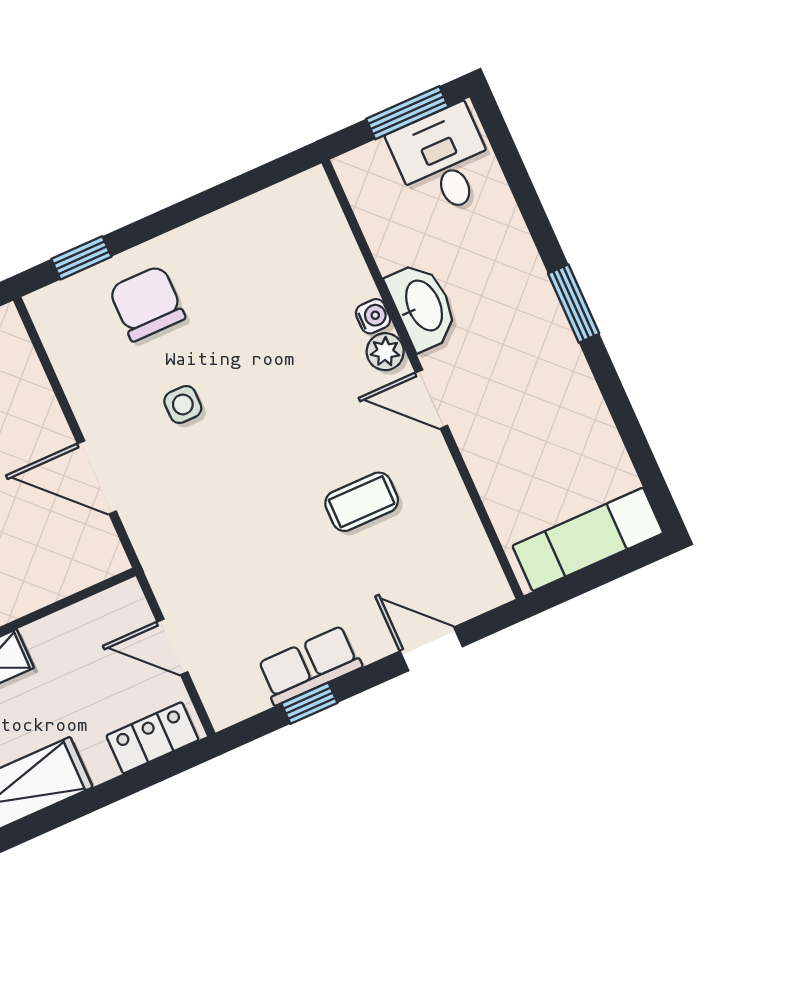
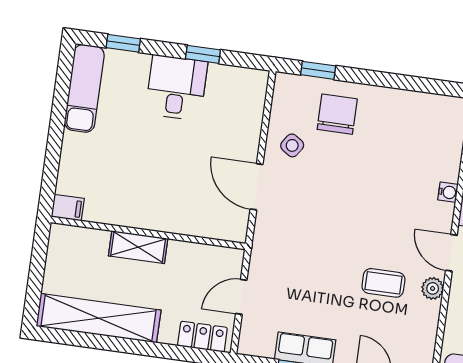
plant: (385, 352) -> (433, 288), moved
side table: (183, 404) -> (292, 145), moved, turned 34
door: (172, 647) -> (241, 297), hinge flipped

